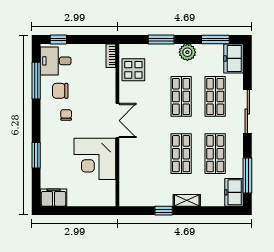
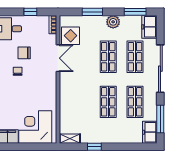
window: (58, 40) -> (30, 12), moved
chair: (60, 91) -> (24, 53), moved
sliding door: (247, 112) -> (160, 69), width x1.36
double door: (117, 121) -> (58, 58), moved
corner desk: (95, 159) -> (35, 127), moved, turned 90
shelving: (187, 200) -> (70, 139), moved

